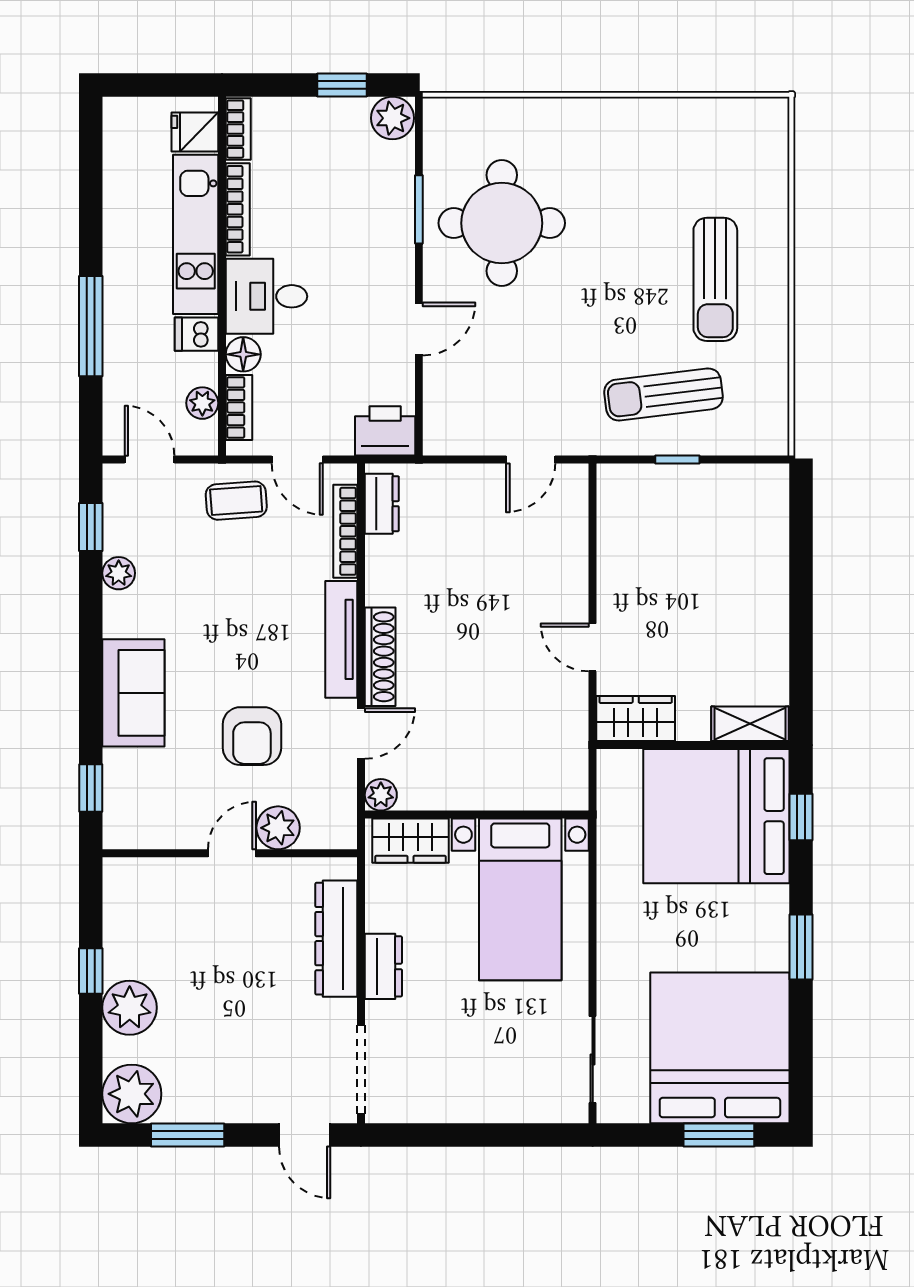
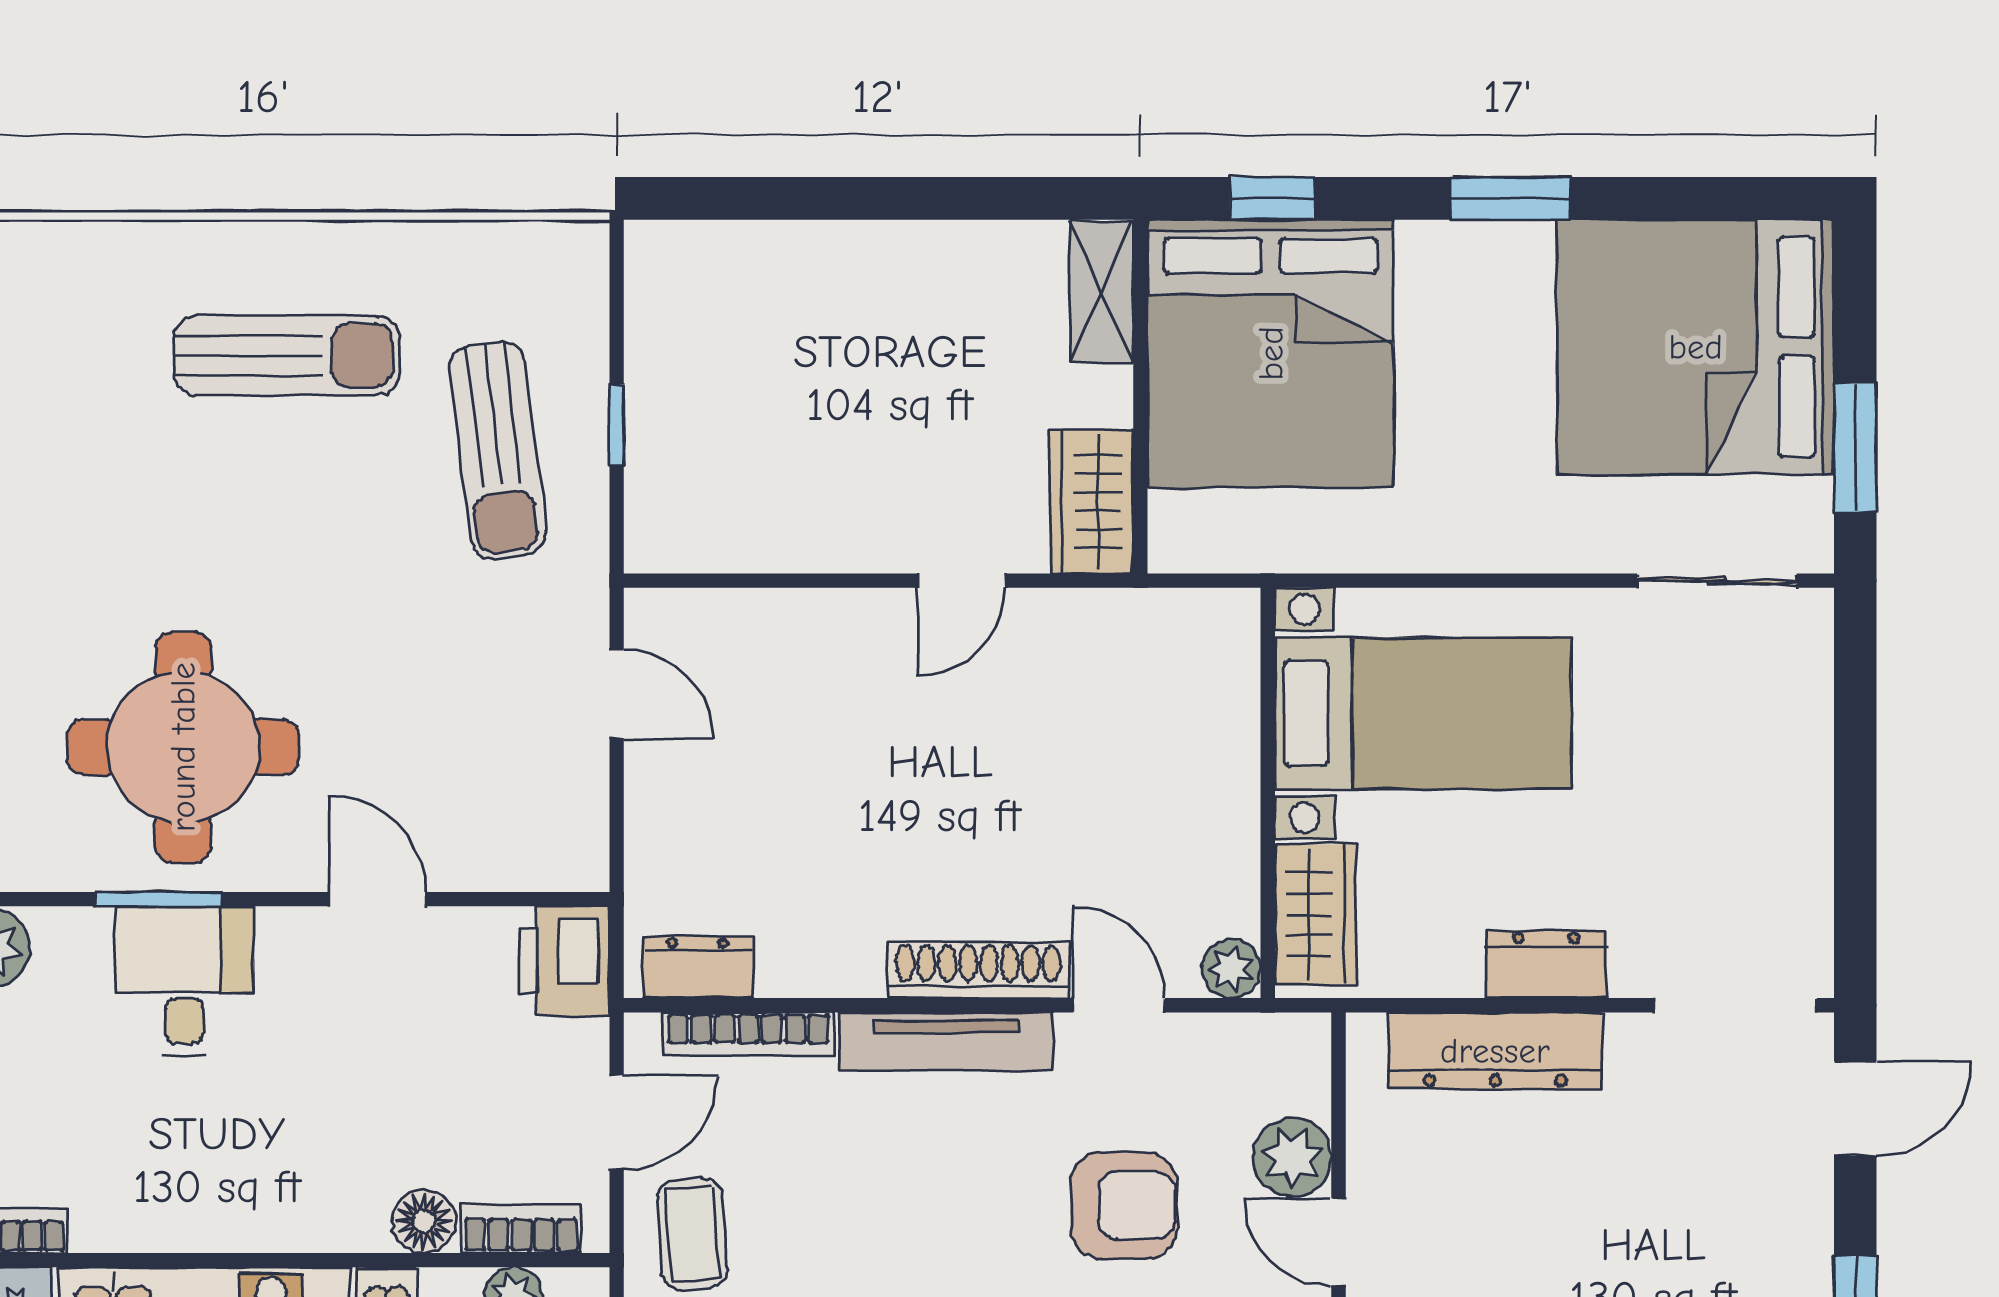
bookcase: (238, 209) -> (158, 1231), removed
desk: (267, 296) -> (184, 981), moved, turned 180
window: (719, 1135) -> (1855, 447), moved

